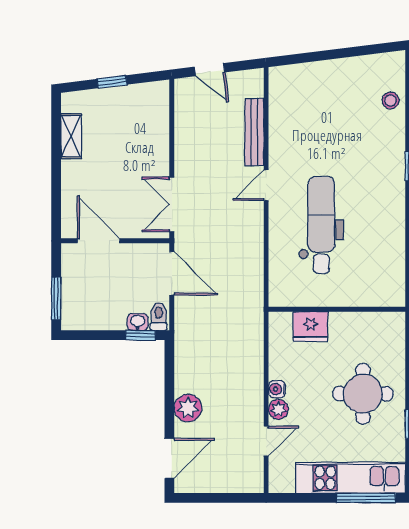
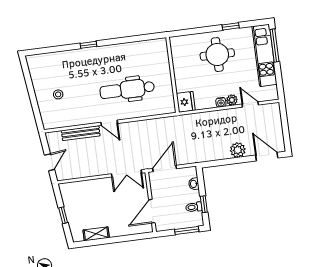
stool: (391, 101) -> (58, 94), moved
toilet: (159, 316) -> (194, 207), moved
fridge: (311, 326) -> (186, 102), moved
window: (140, 335) -> (204, 204), moved

